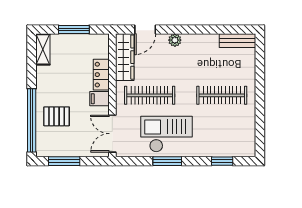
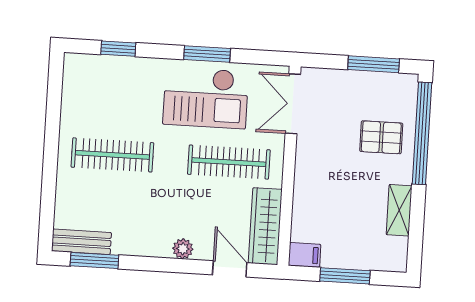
door: (145, 30) -> (230, 269), hinge flipped
window: (229, 30) -> (94, 261), added
shelving: (43, 49) -> (399, 210), moved
locker: (101, 75) -> (305, 200), removed
filing cabinet: (99, 99) -> (305, 255), moved
double door: (112, 134) -> (293, 104), swing flipped

